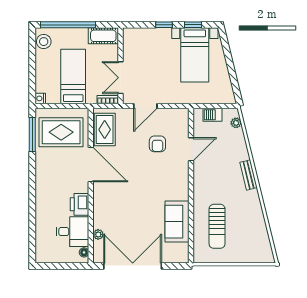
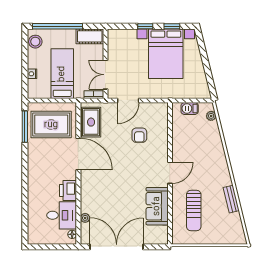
bed with nightstands: (195, 55) -> (166, 54), width x1.36
nightstand: (40, 98) -> (32, 74), moved
door: (191, 149) -> (170, 173), moved
bench: (249, 175) -> (231, 199), moved

